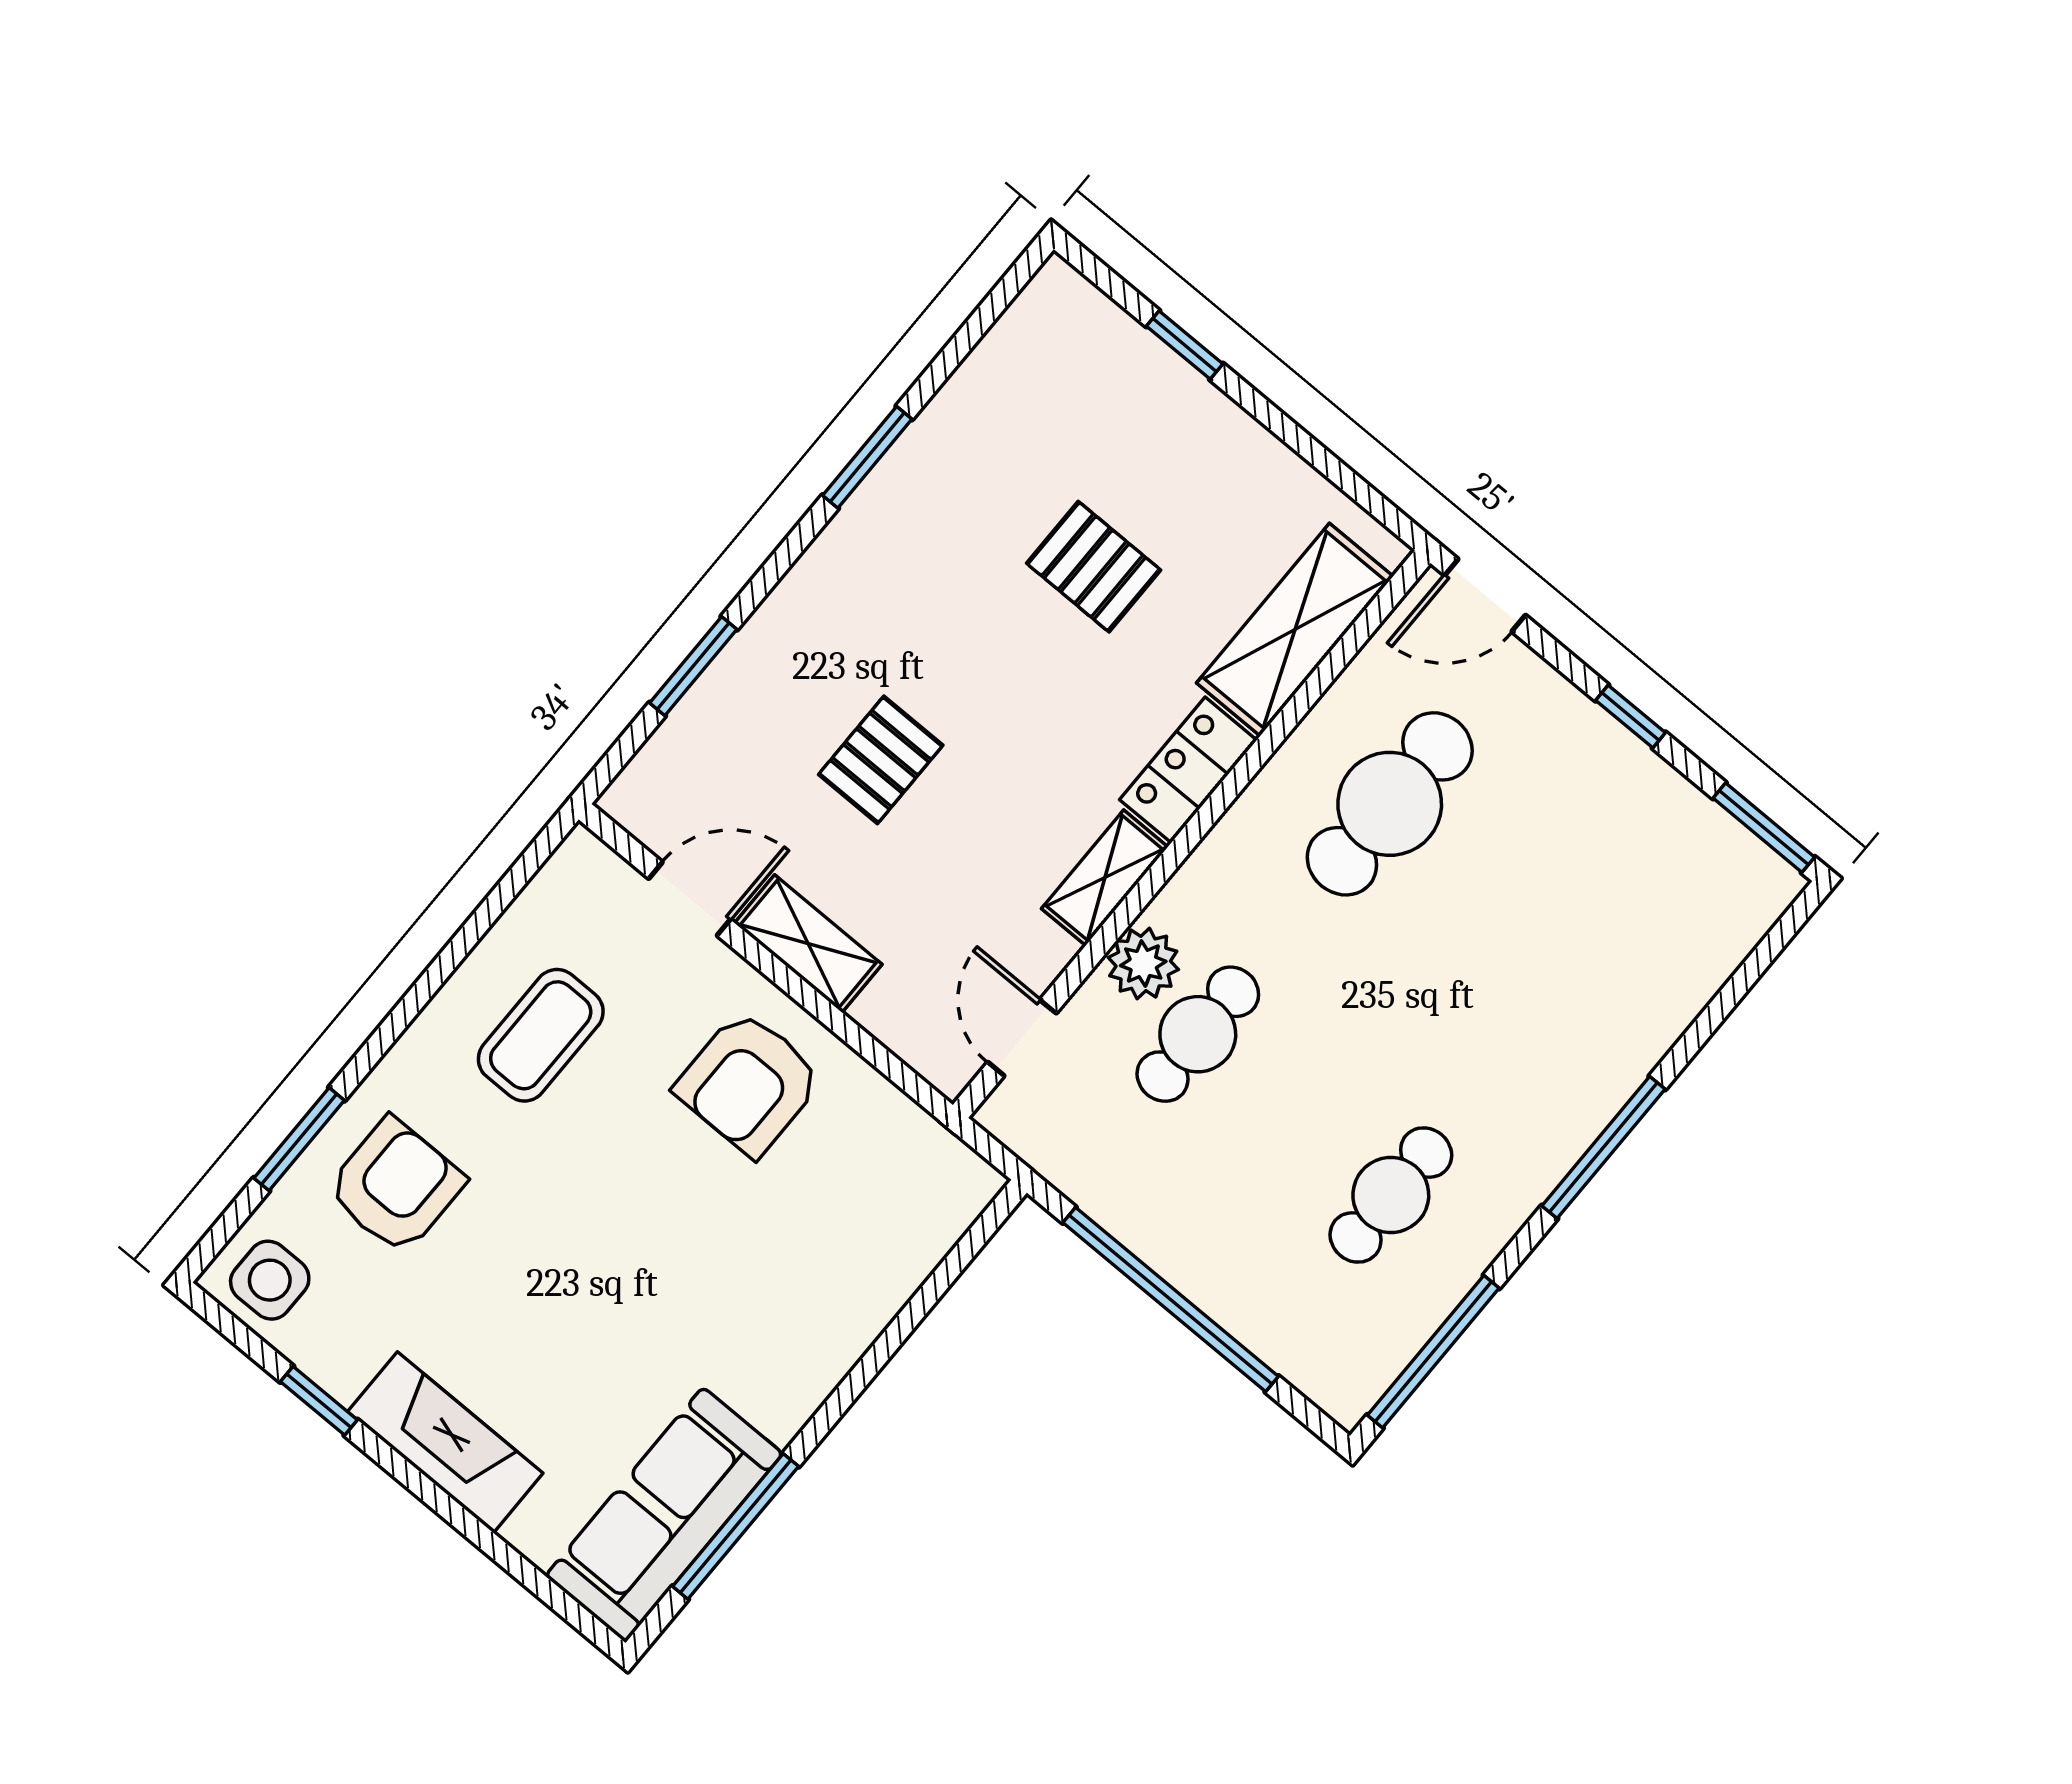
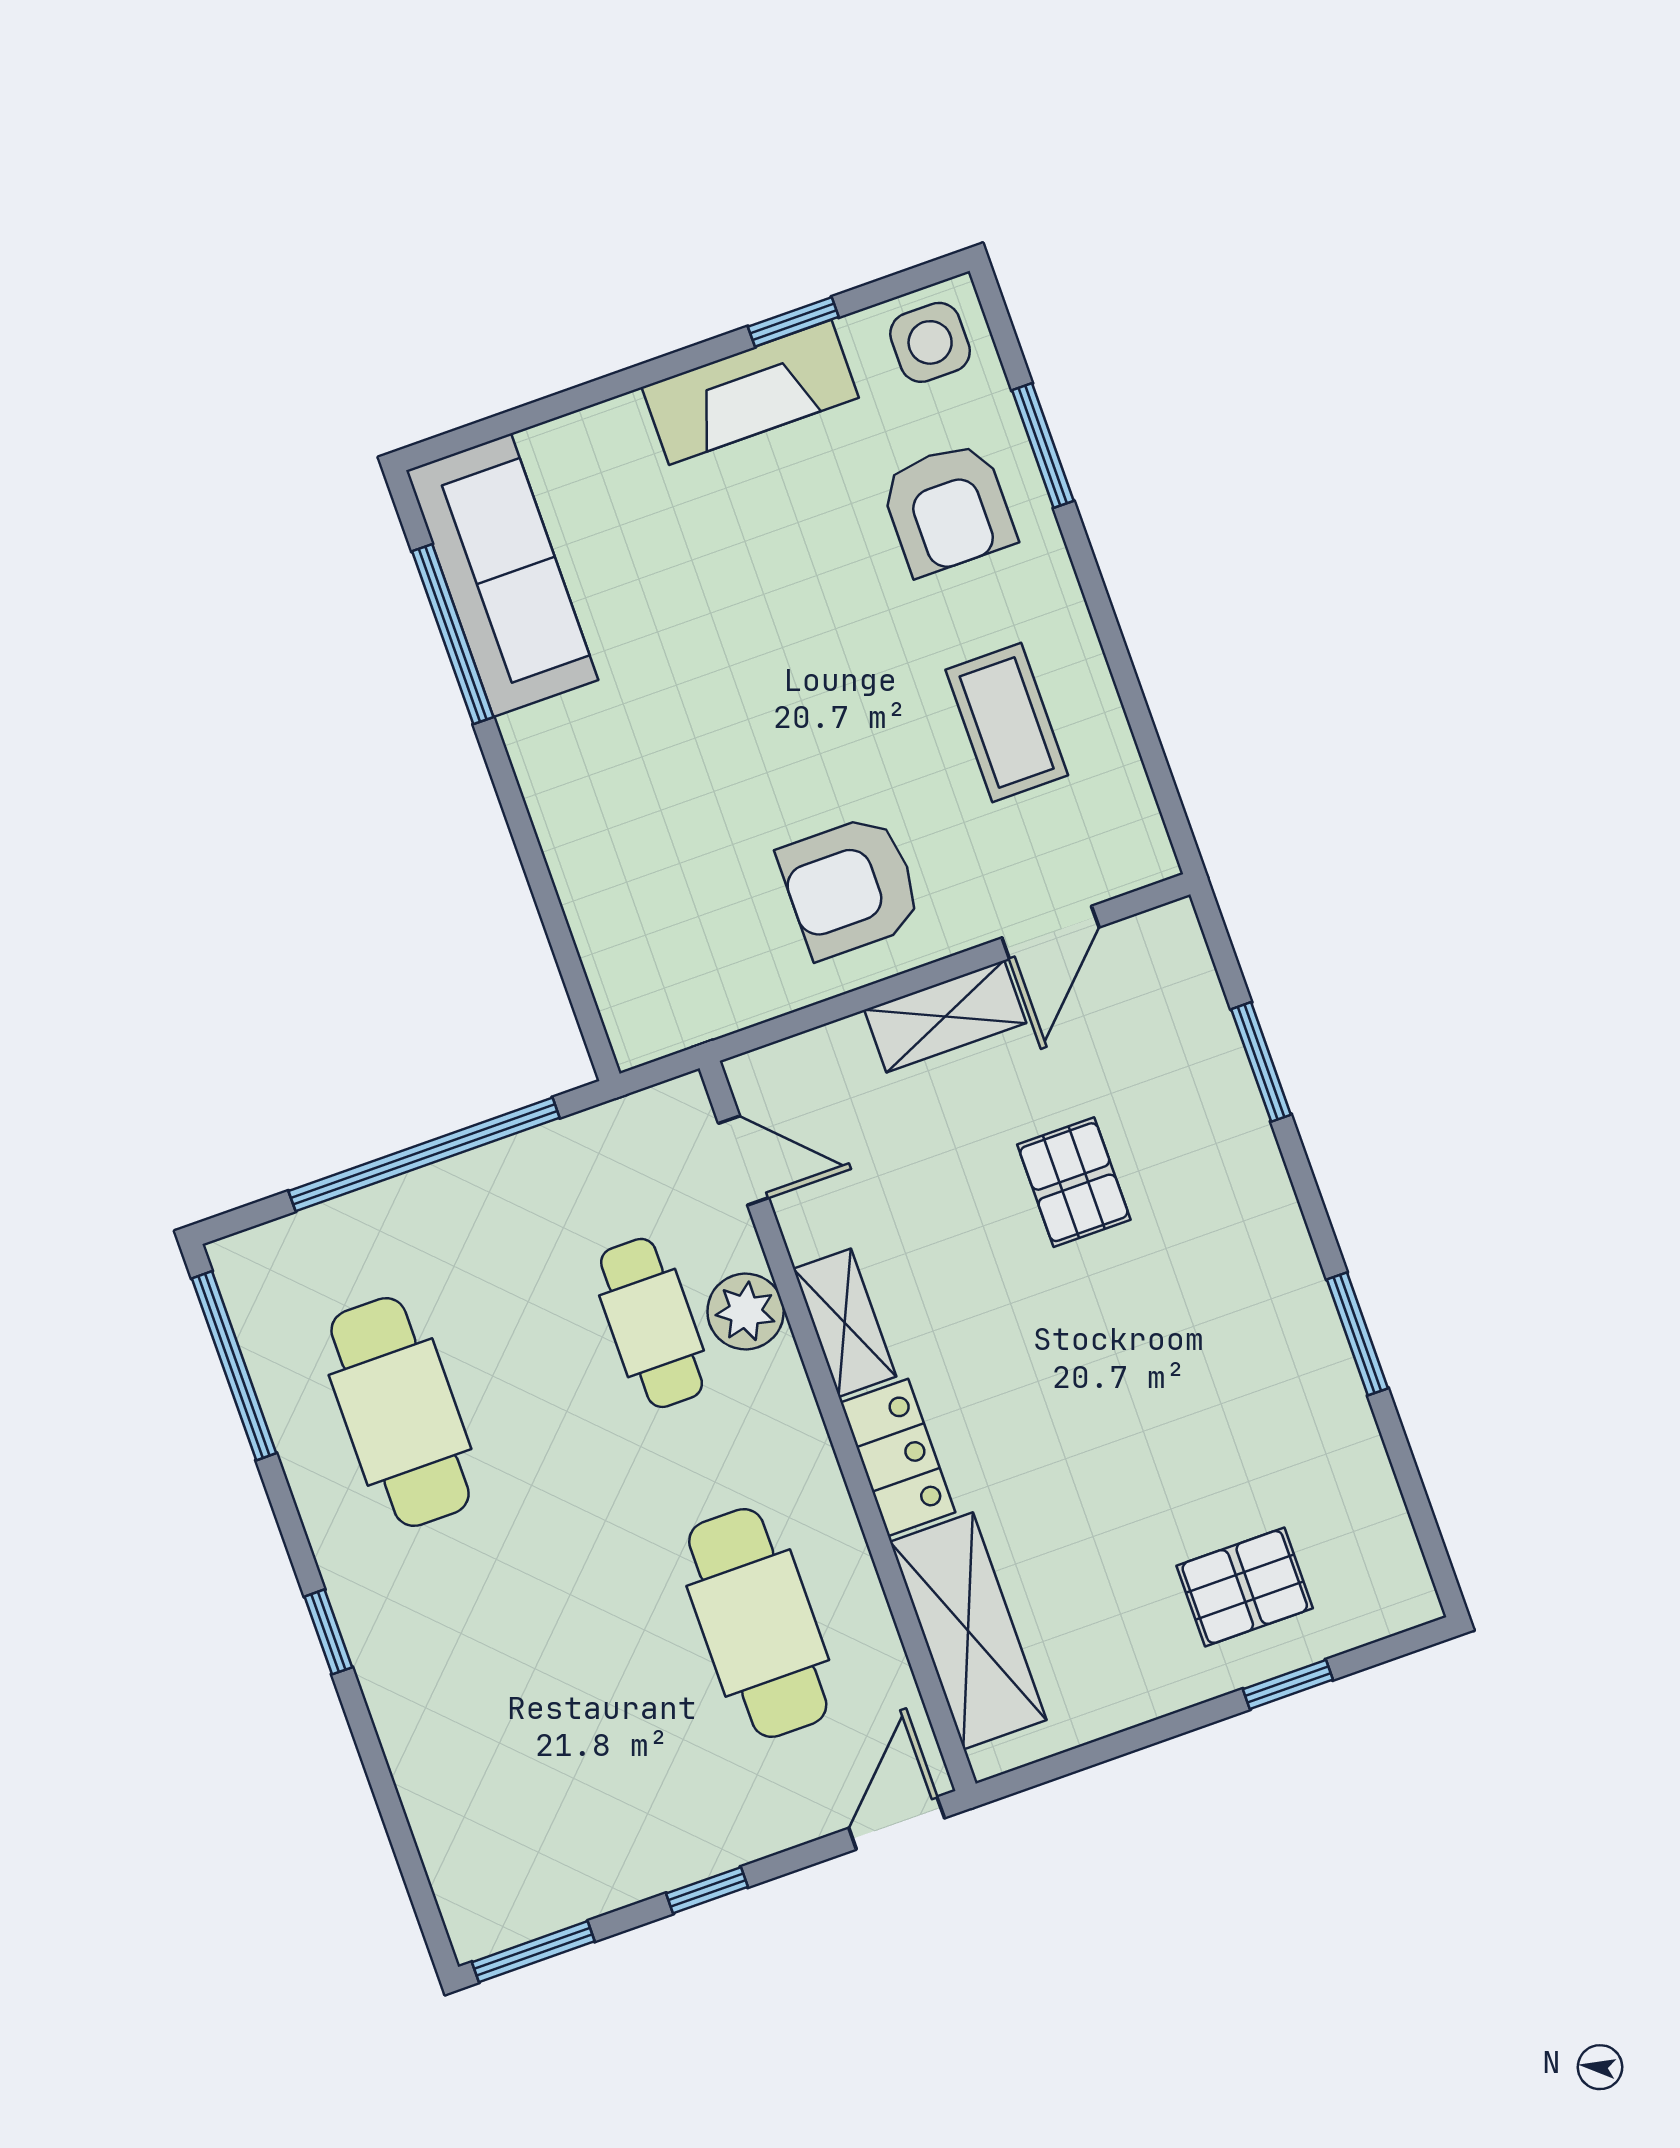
pallet: (1094, 567) -> (1245, 1587), moved
armchair: (749, 1083) -> (850, 887), turned -90
window: (1603, 1147) -> (328, 1632), width x0.46
cafe table: (1391, 1195) -> (400, 1412), width x1.37, depth x1.35
fireplace: (445, 1442) -> (750, 392), moved

